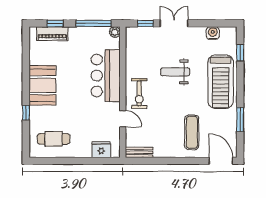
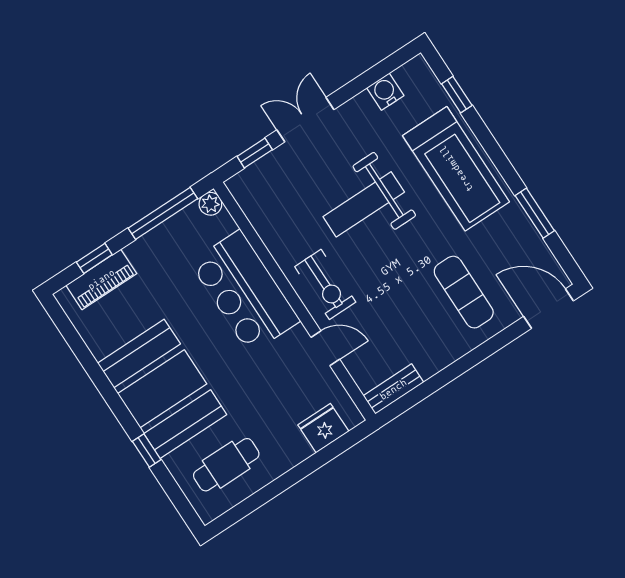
weight bench: (175, 72) -> (364, 204), width x1.36, depth x1.33
booth: (42, 85) -> (162, 389), width x1.36, depth x1.42

